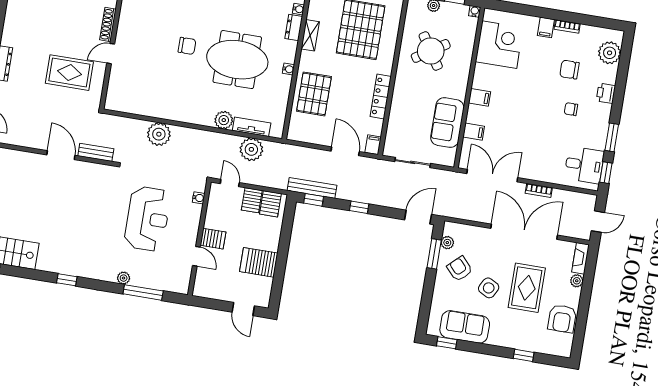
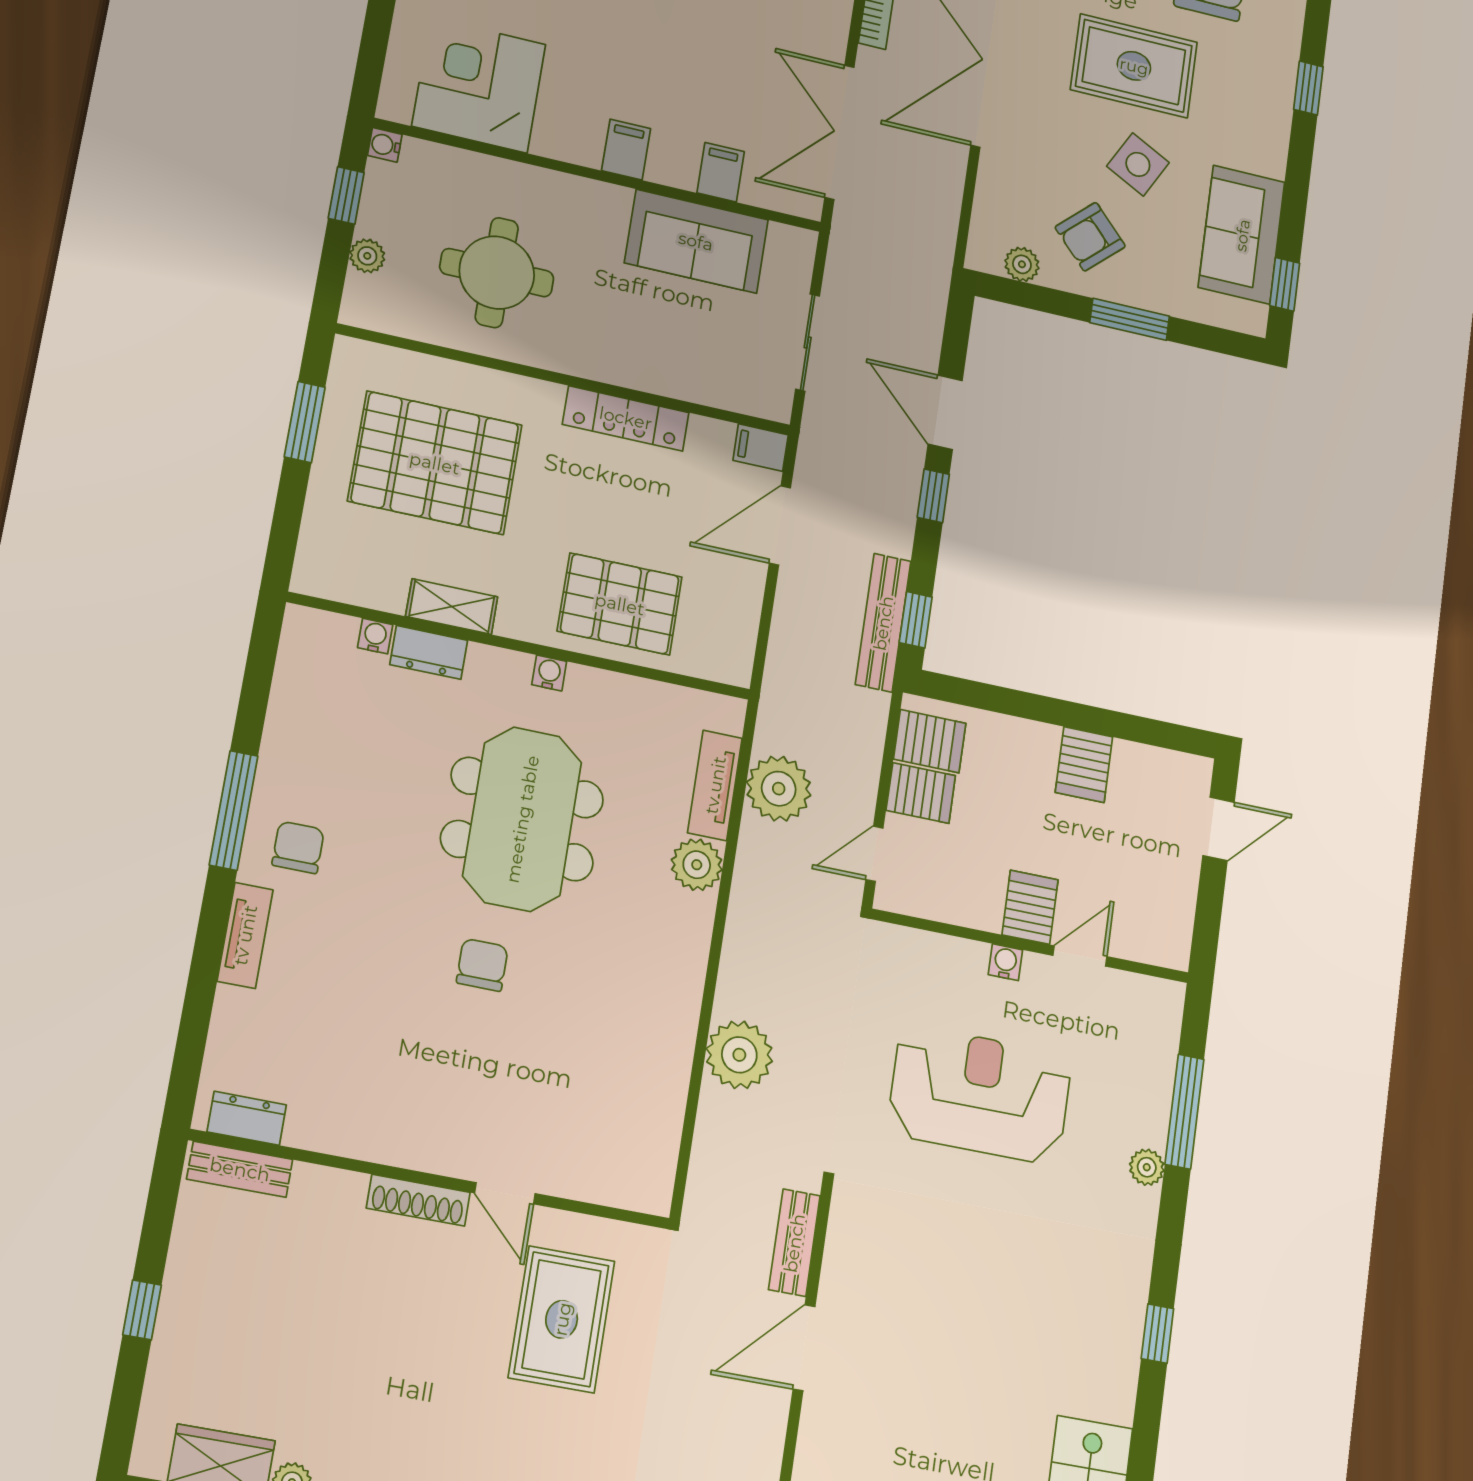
round table: (431, 51) -> (497, 273), turned 33
water cooler: (199, 198) -> (1005, 962), moved
door: (418, 217) -> (945, 412), moved
window: (434, 254) -> (1130, 319), moved
server rack: (259, 262) -> (1084, 765), width x0.73, depth x0.70

